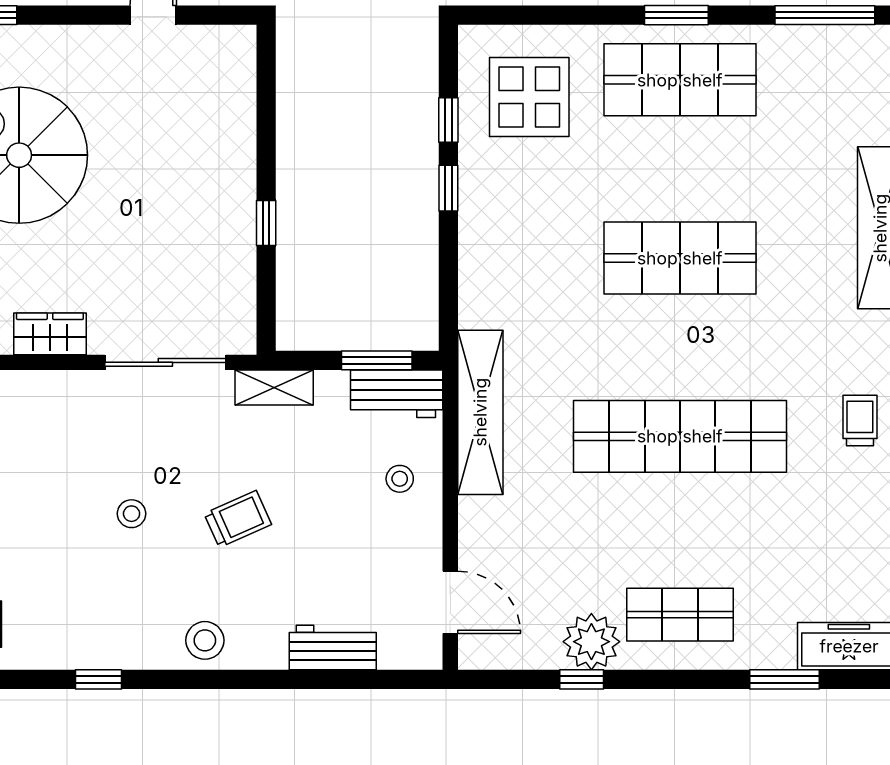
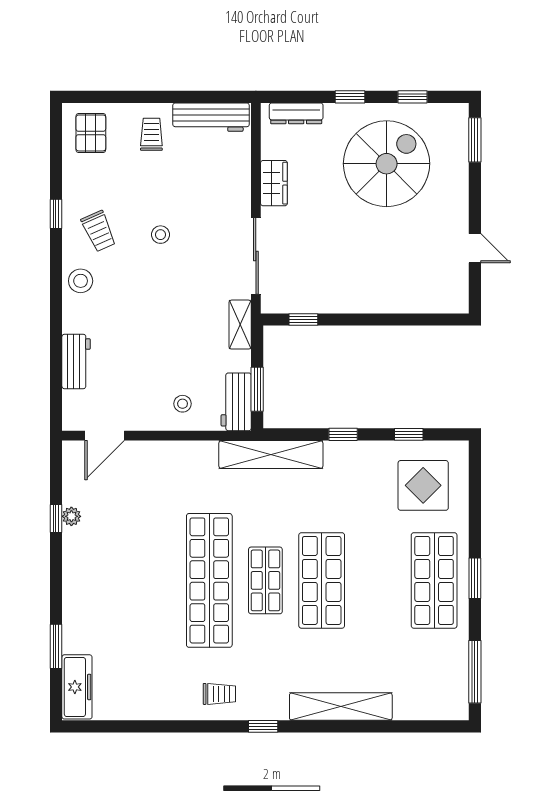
window: (448, 188) -> (343, 434), moved
window: (266, 223) -> (303, 319), moved
shelving: (480, 412) -> (271, 455), moved
trolley: (238, 519) -> (99, 231), moved
shop shelf: (680, 615) -> (265, 580), moved
plant: (591, 642) -> (71, 516), width x0.53, depth x0.53

